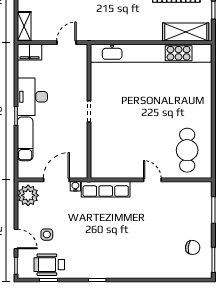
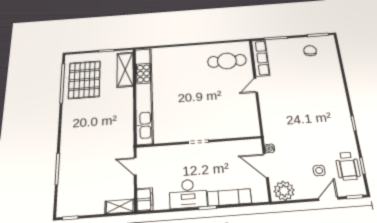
row of seats: (106, 189) -> (260, 58), moved

